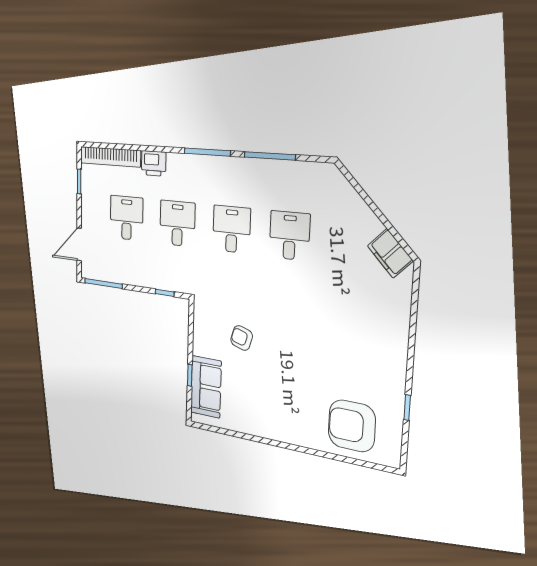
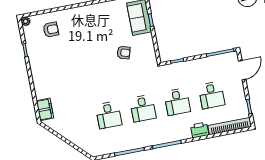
filing cabinet: (390, 253) -> (45, 109), moved, turned 45
armchair: (352, 426) -> (51, 30), width x0.53, depth x0.53
plant: (392, 459) -> (26, 21), added

